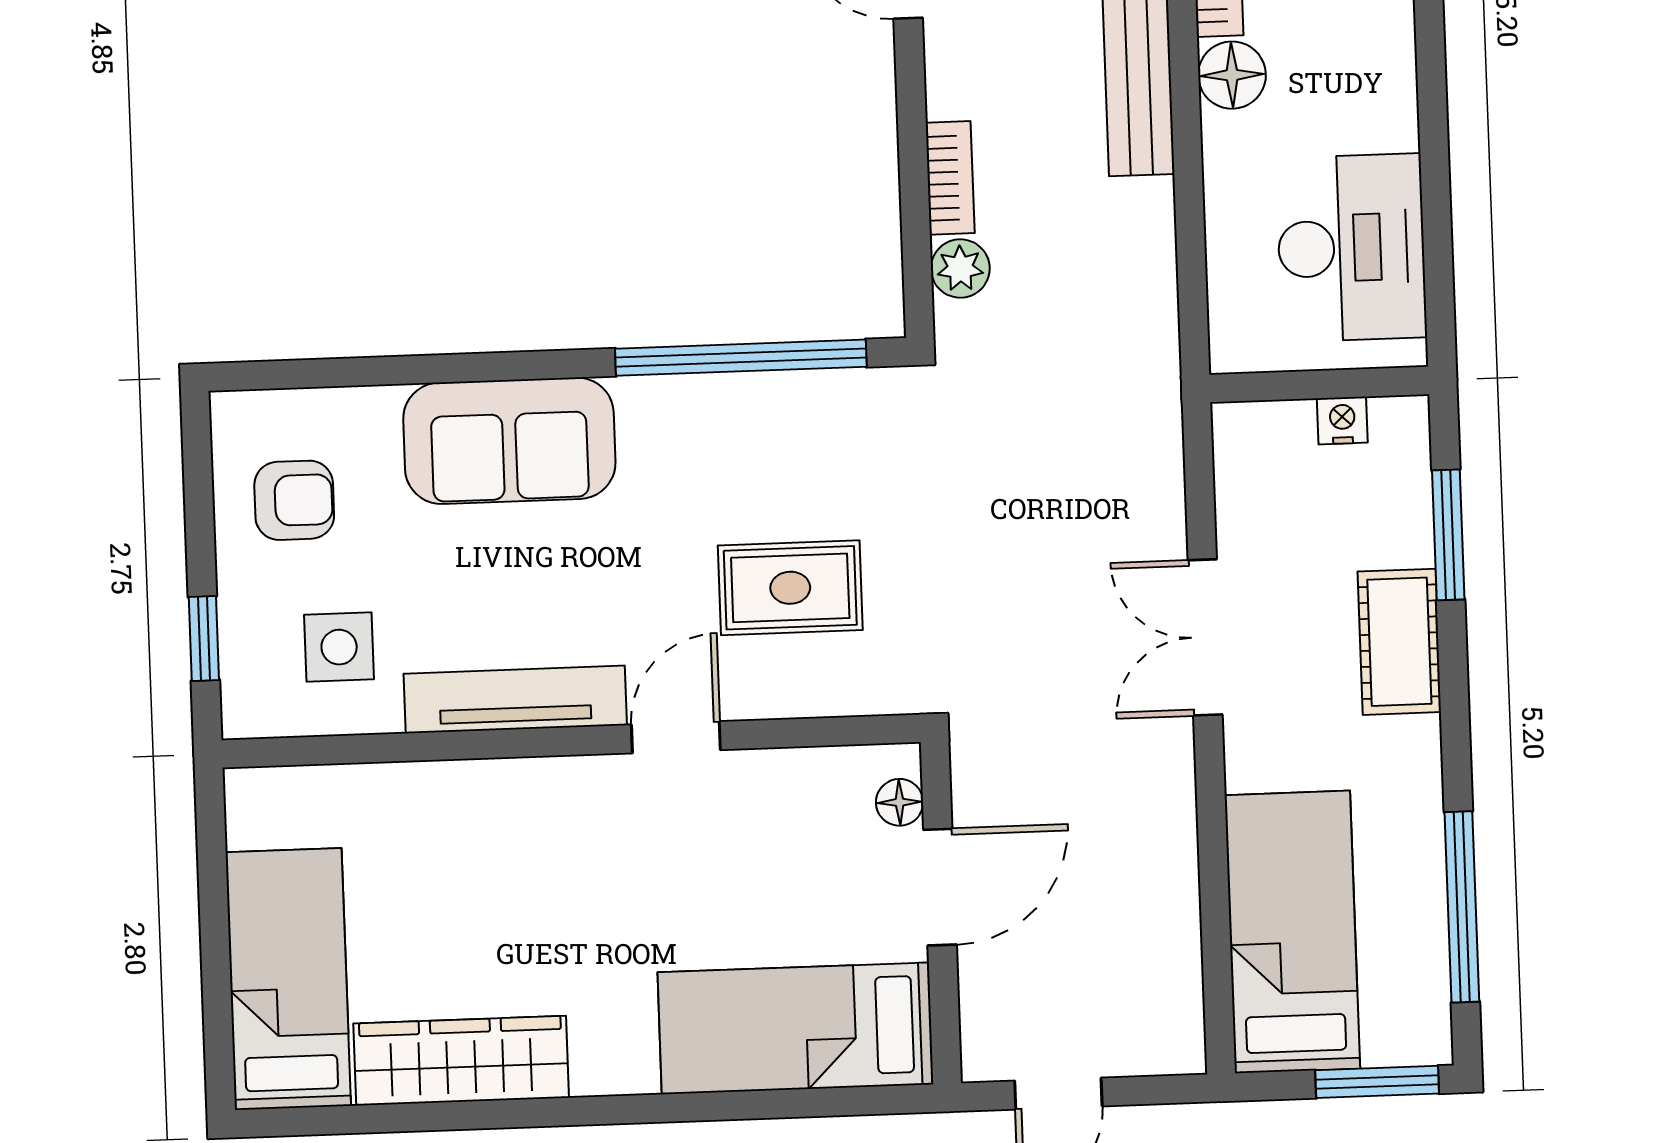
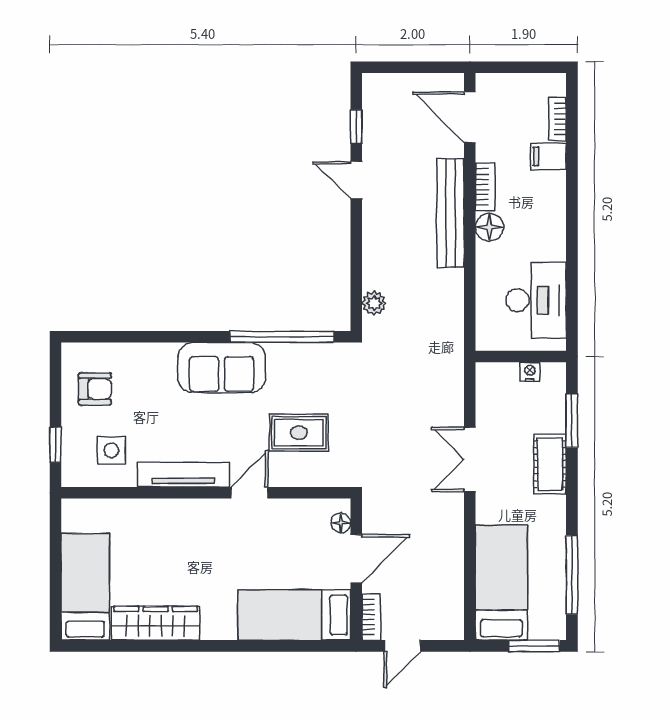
bookcase: (950, 178) -> (371, 617), moved
sofa: (509, 441) -> (222, 368), moved

